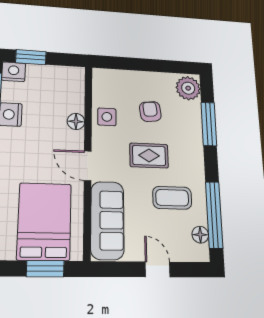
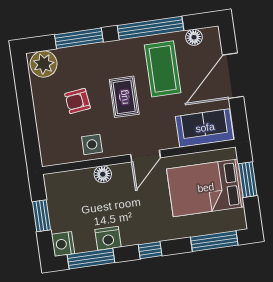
window: (31, 57) -> (42, 216), moved
coffee table: (172, 198) -> (163, 69), width x1.36, depth x1.32
window: (214, 215) -> (150, 28), moved
sofa: (107, 220) -> (205, 128), width x0.73
door: (158, 269) -> (233, 76), width x1.88

